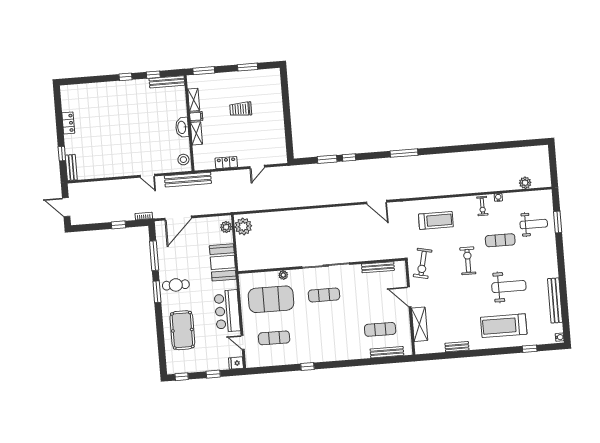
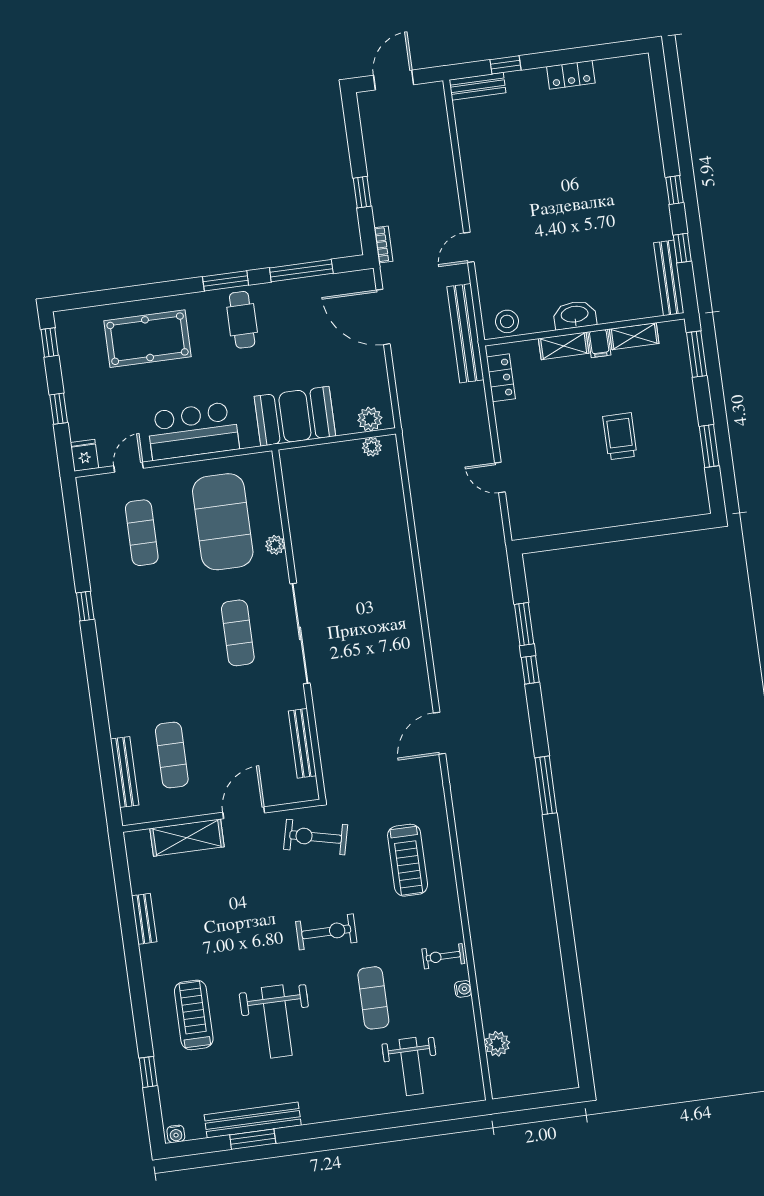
locker: (226, 163) -> (501, 378), moved
window: (558, 222) -> (253, 1139), moved
plant: (243, 226) -> (372, 447), width x0.53, depth x0.53
treadmill: (504, 326) -> (194, 1015), width x0.73, depth x0.73

